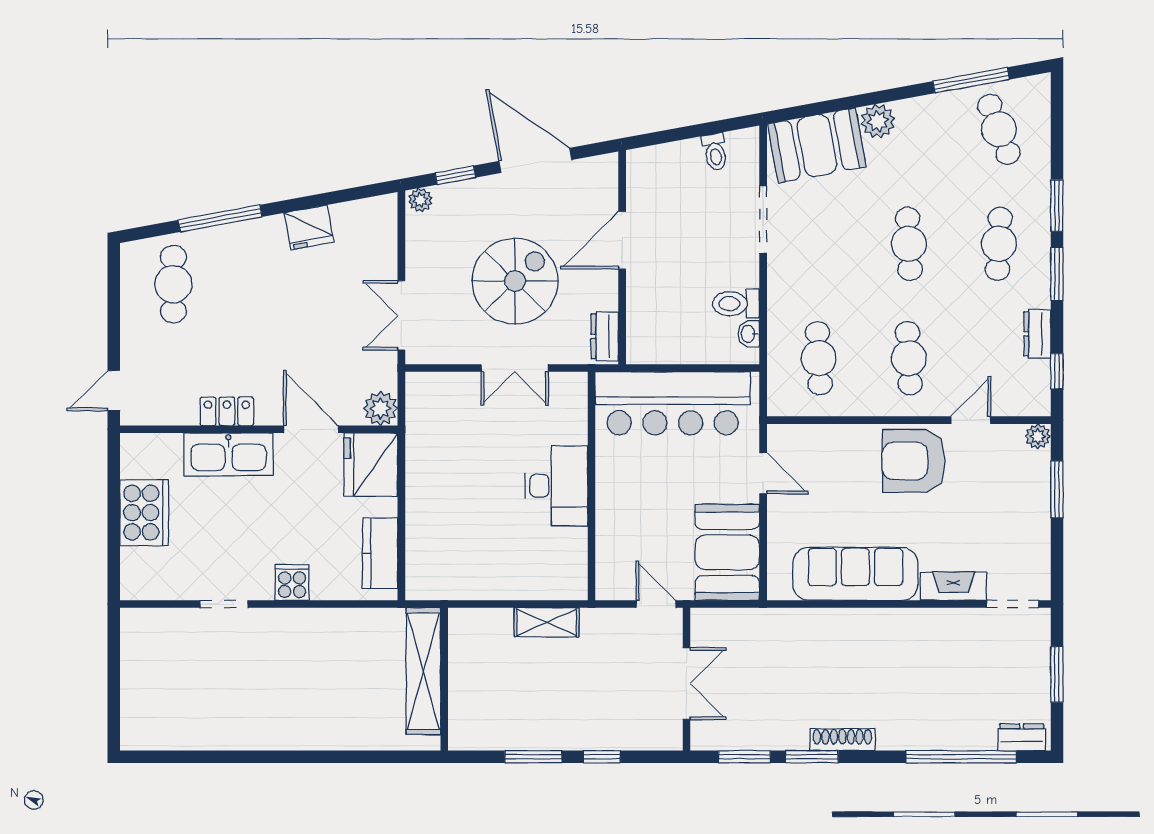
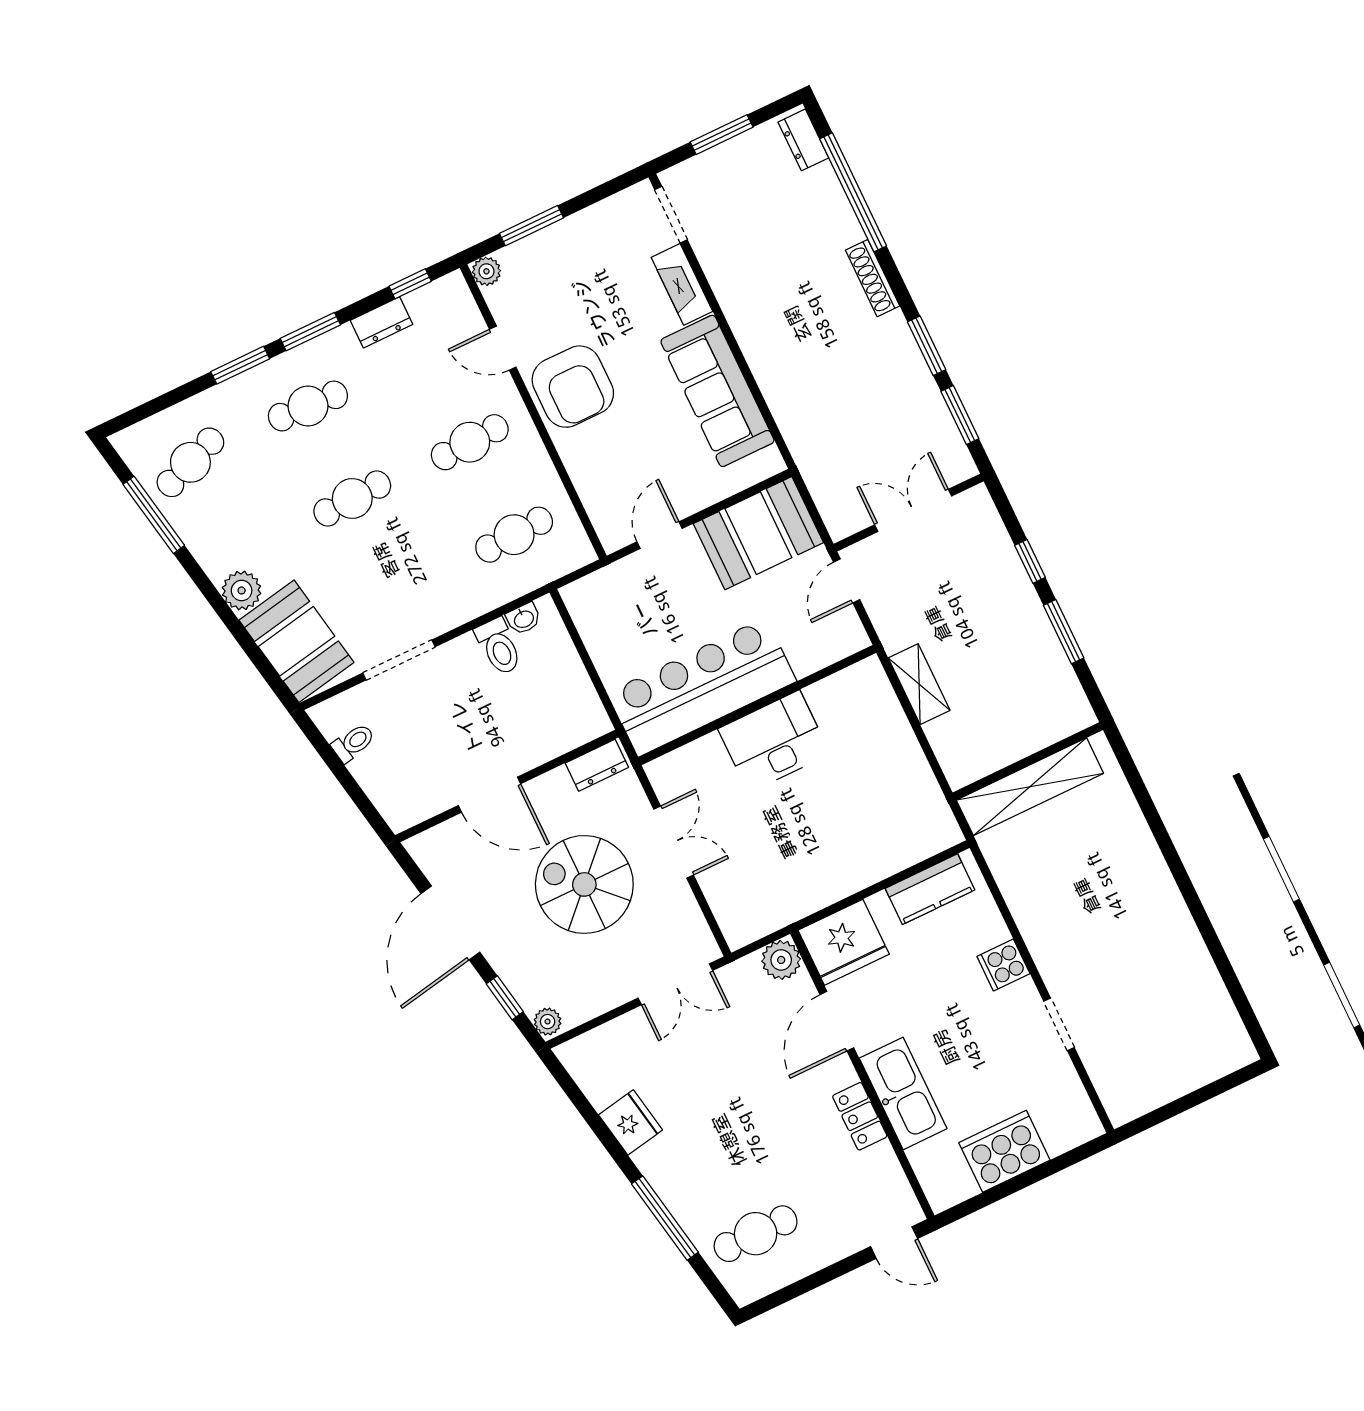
bar counter: (673, 403) -> (702, 687), moved, turned -90
shoe rack: (842, 740) -> (873, 278), moved

